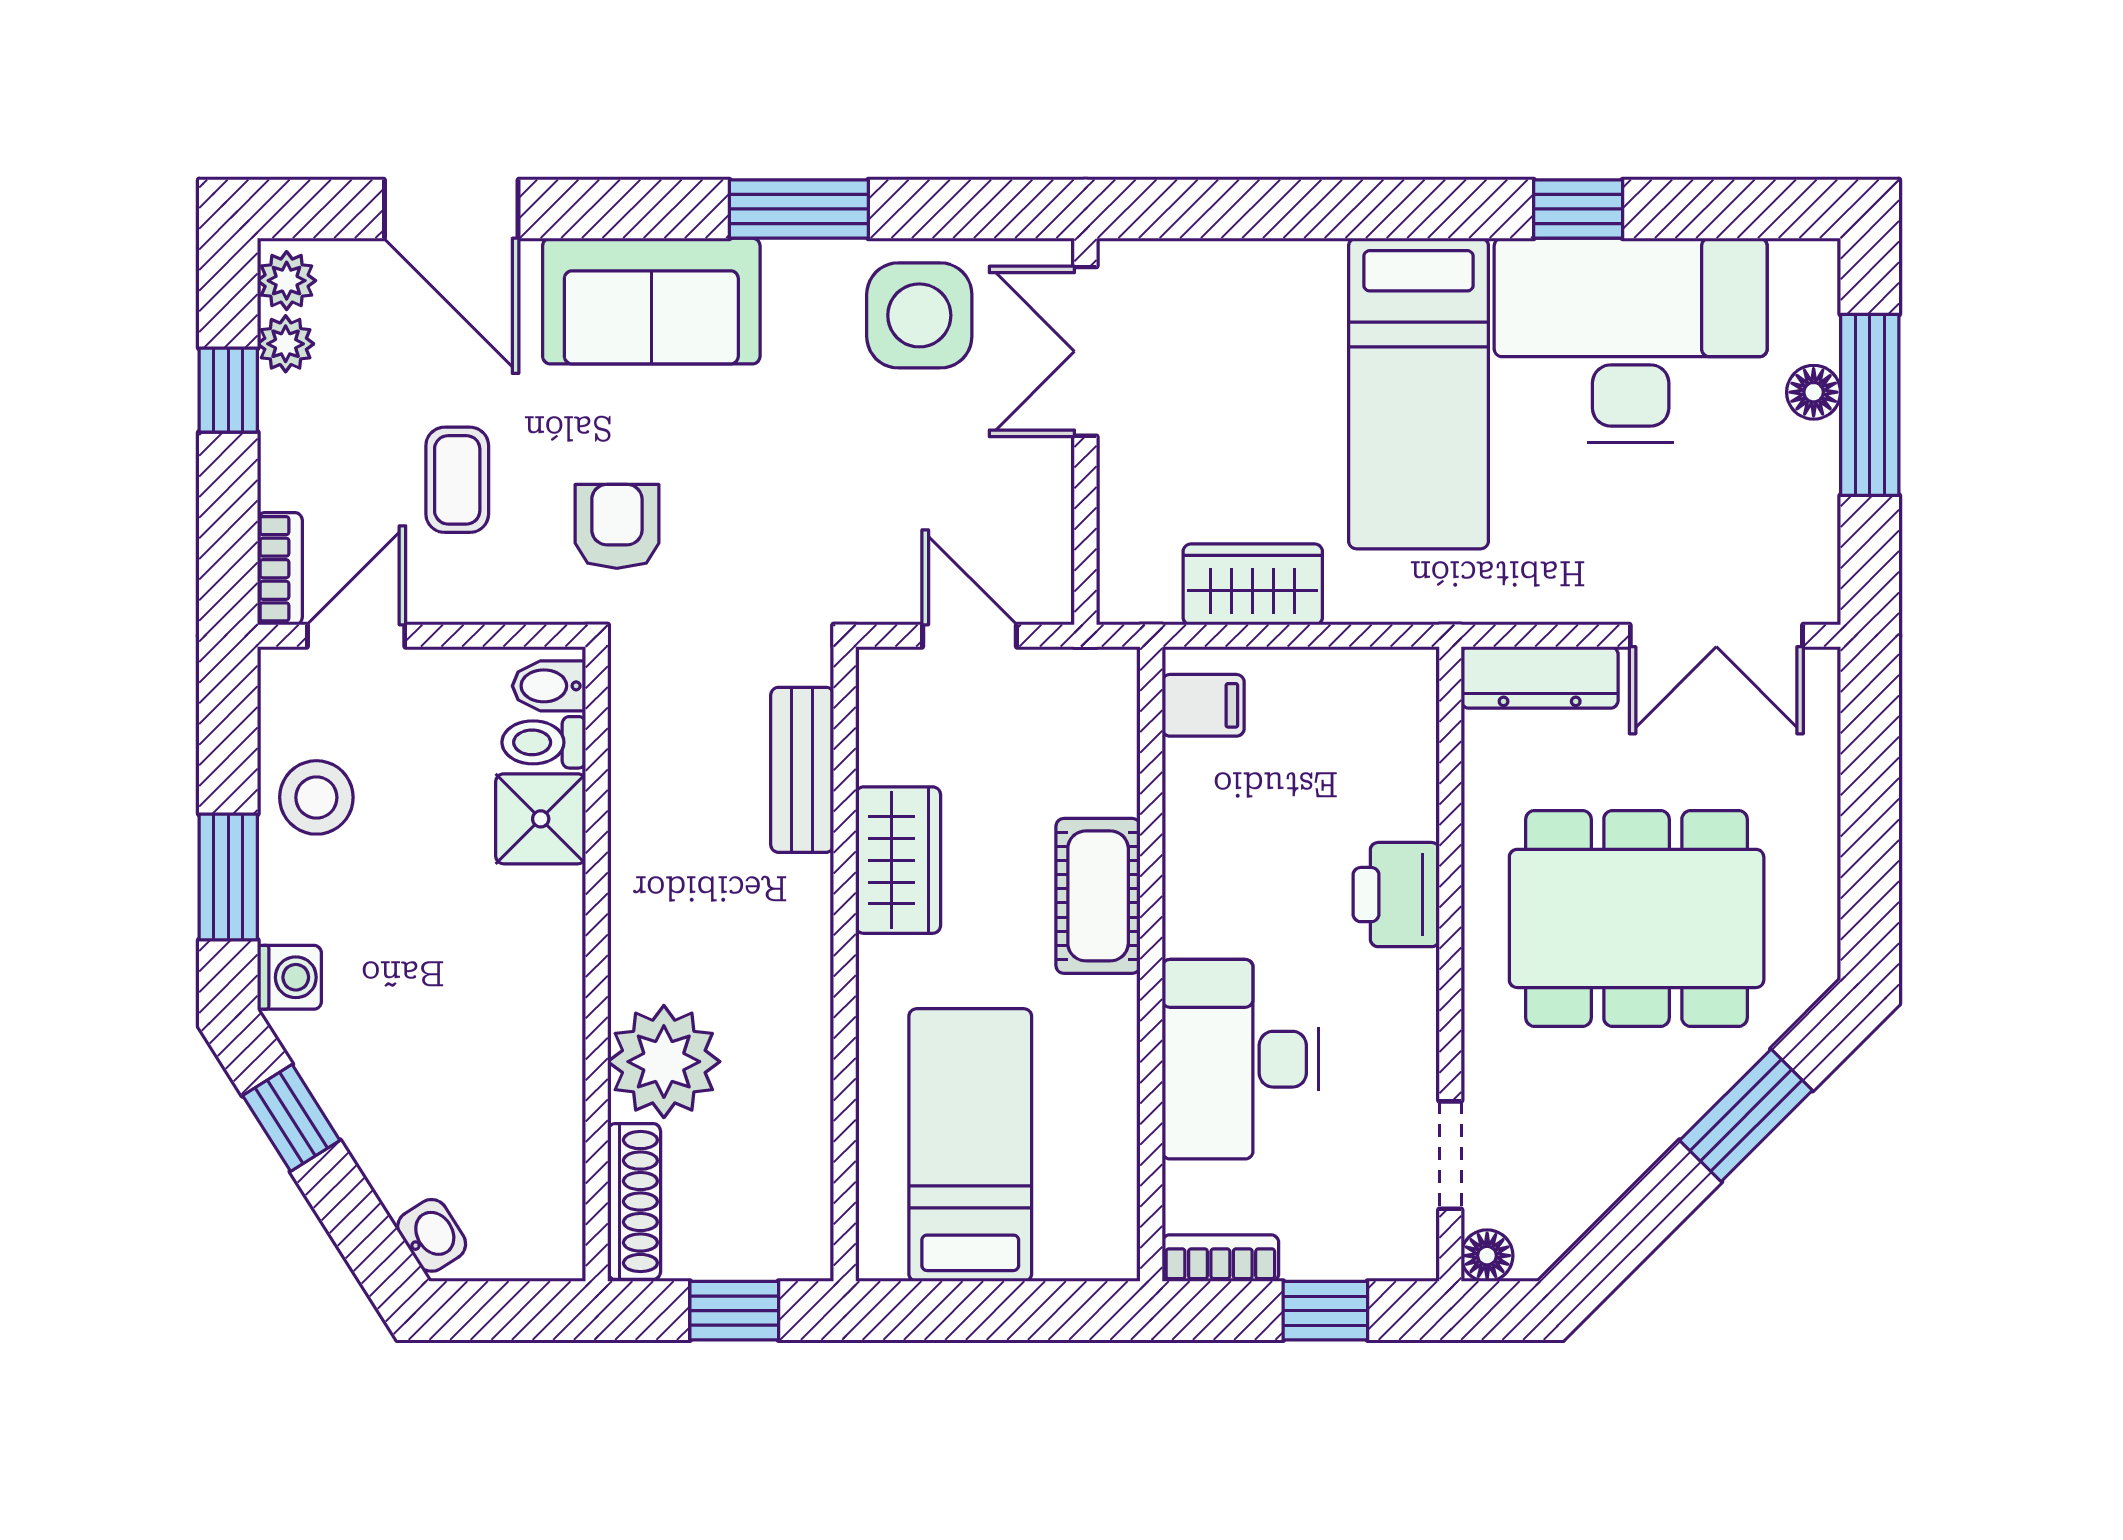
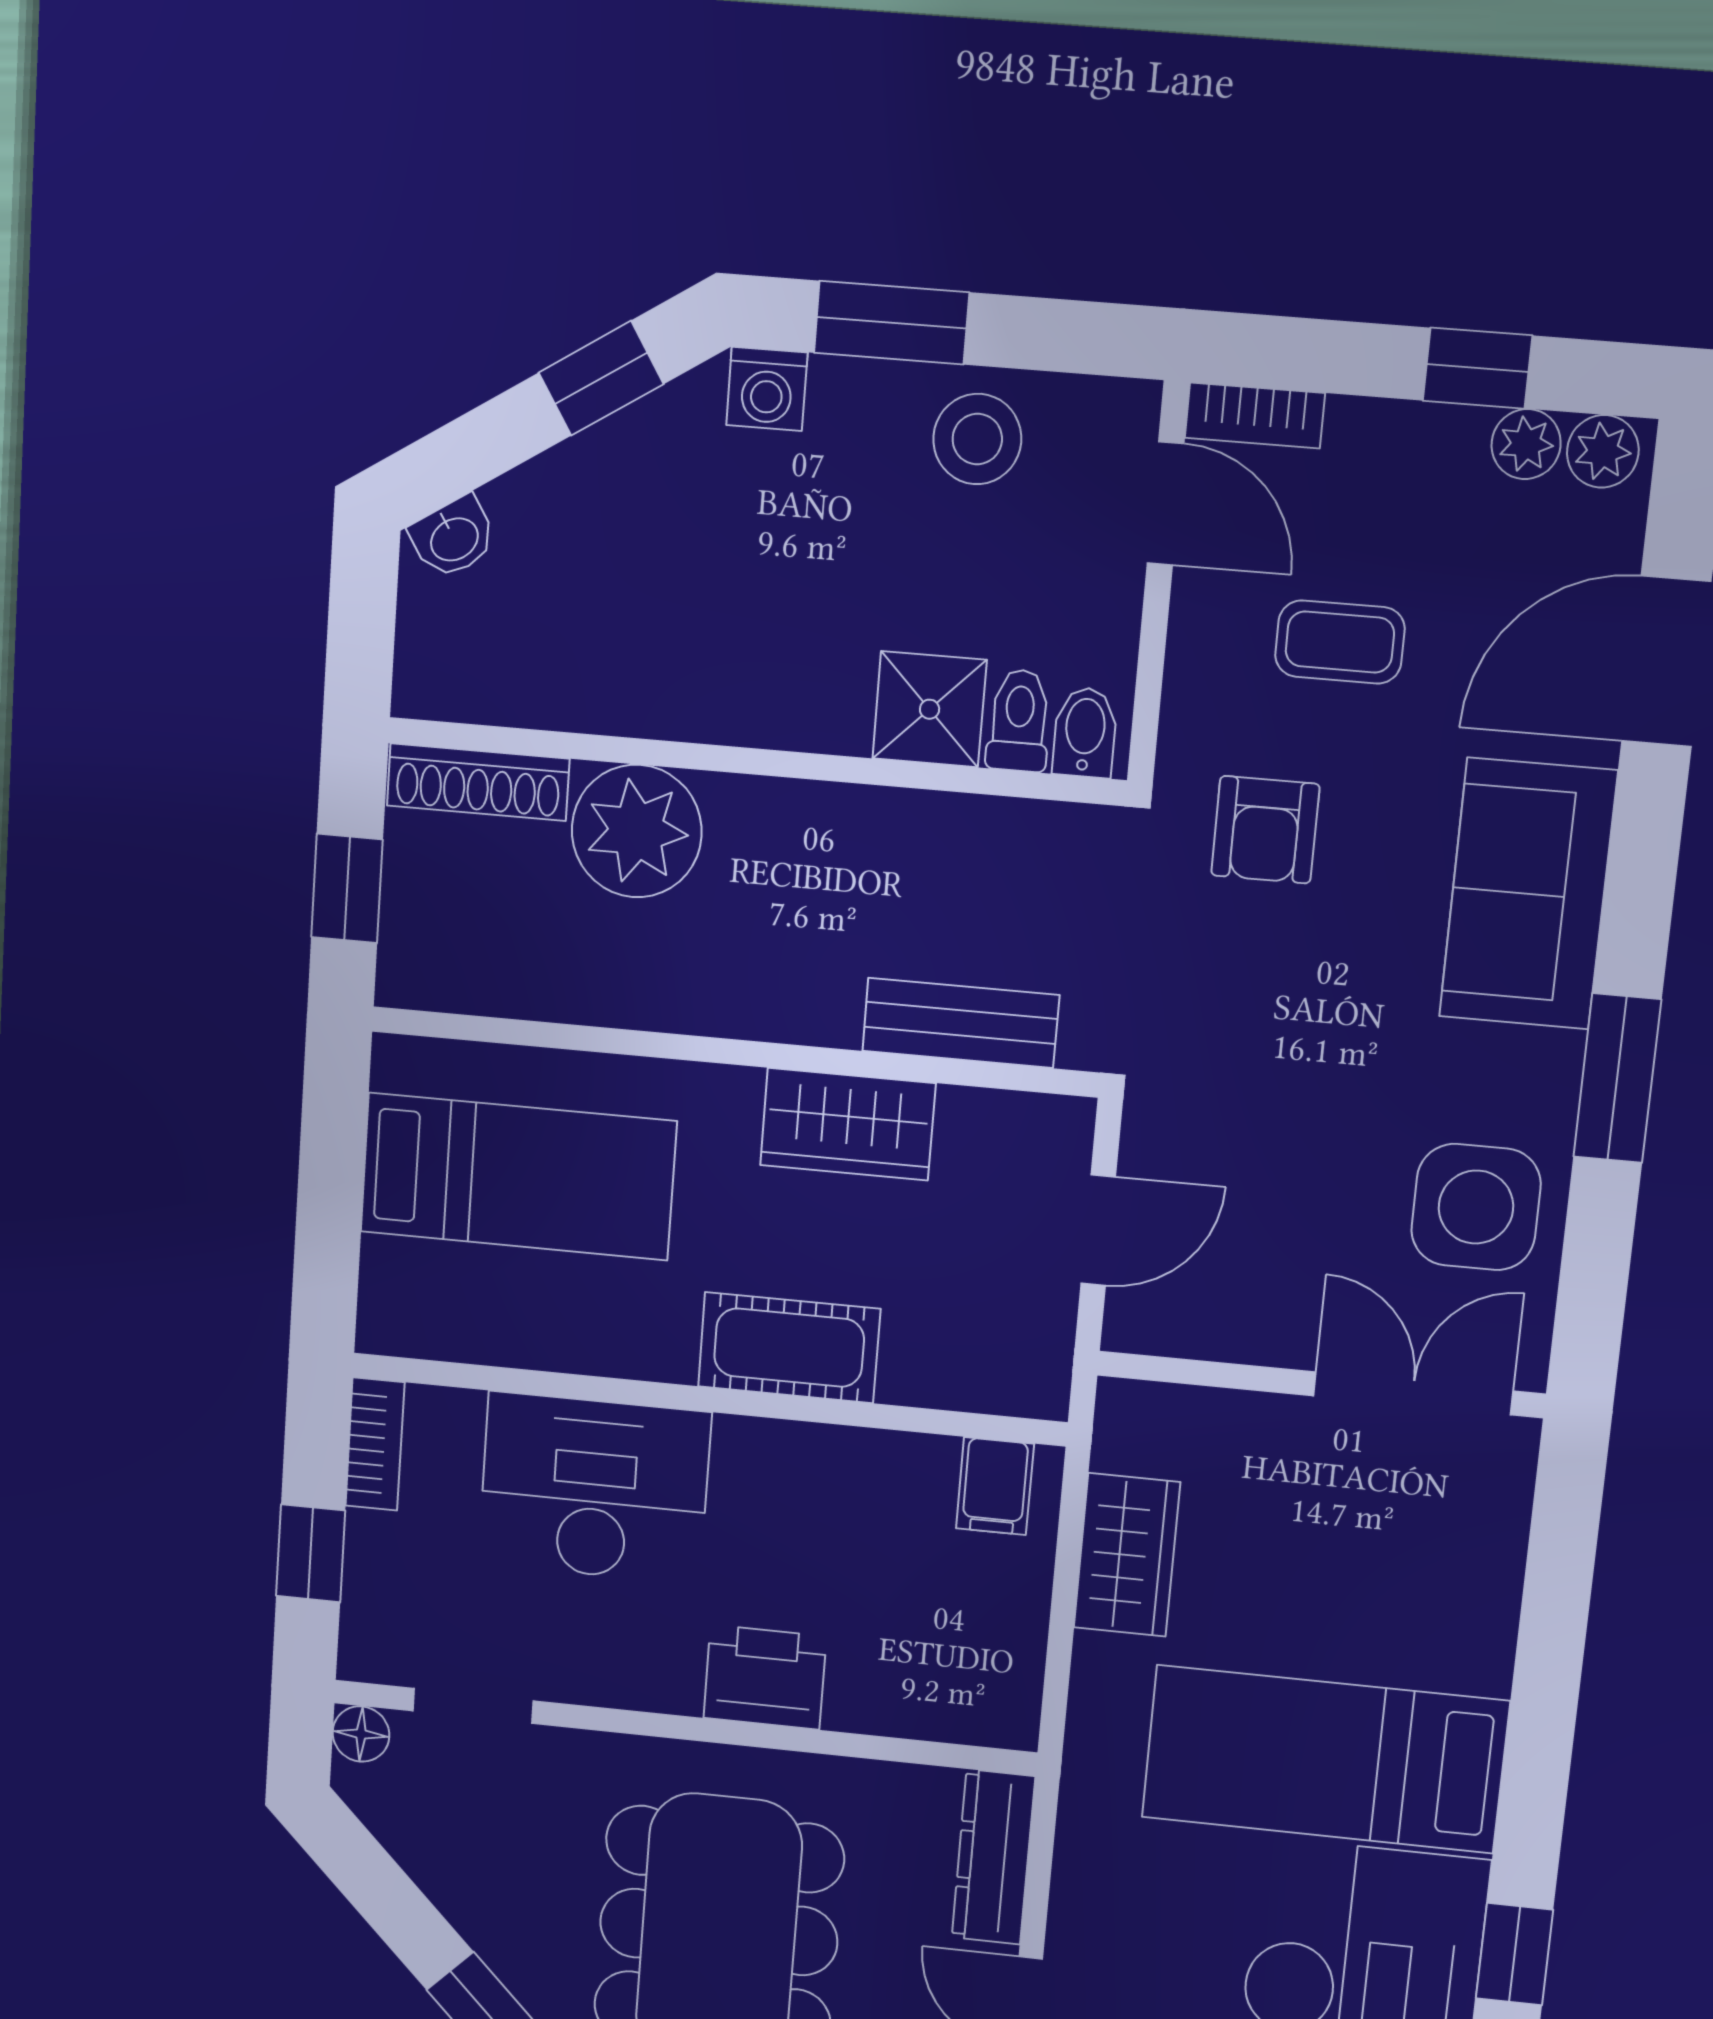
armchair: (617, 526) -> (1265, 830), turned 90

